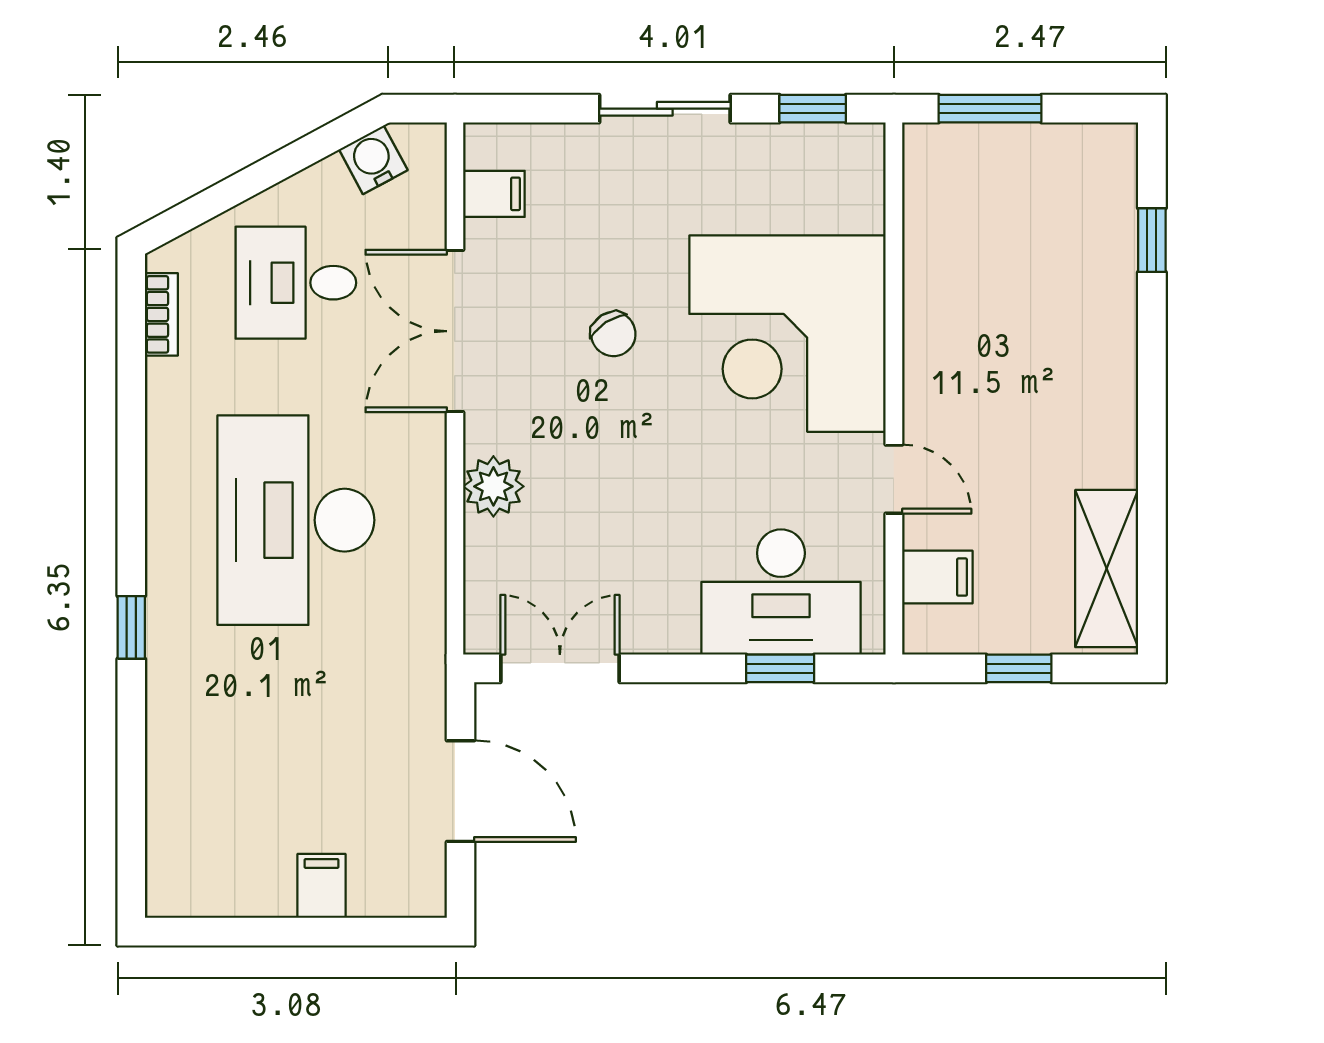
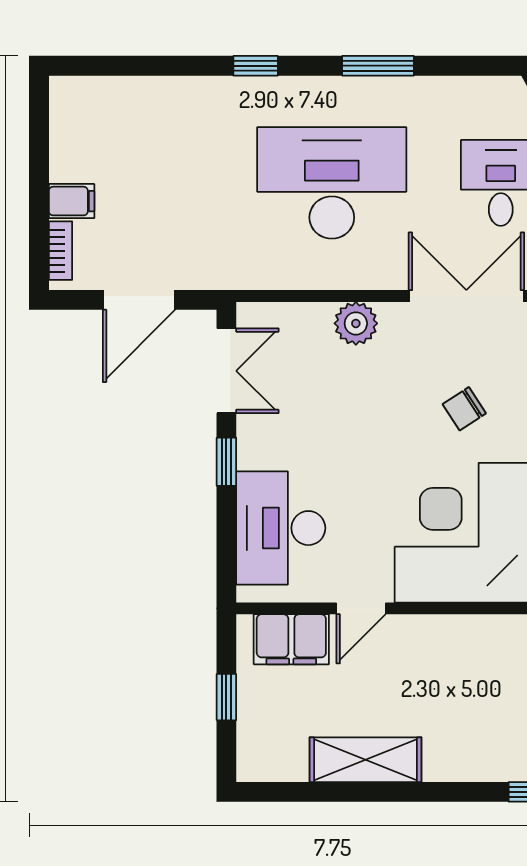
bookcase: (161, 314) -> (60, 251), moved, turned -90
window: (131, 455) -> (378, 66), added
shelving: (1107, 569) -> (366, 760), moved
filing cabinet: (937, 577) -> (291, 639), width x2.00
window: (780, 668) -> (226, 462), moved

